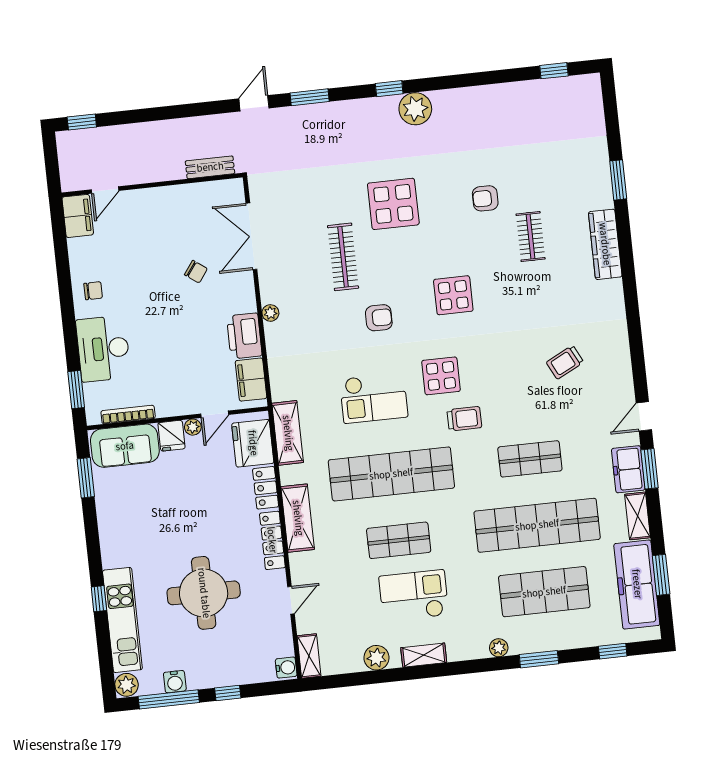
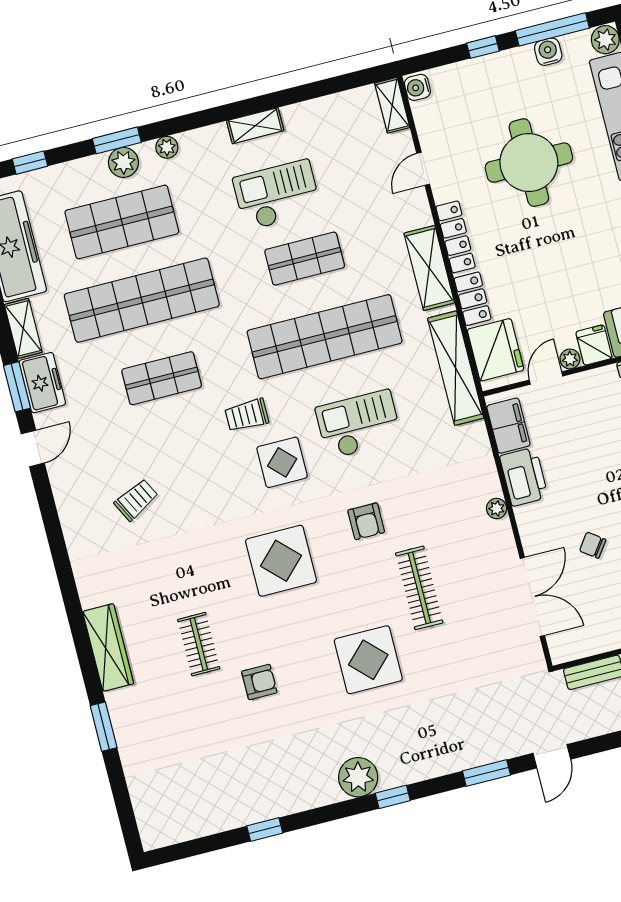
window: (554, 71) -> (265, 829), moved
display table: (453, 295) -> (281, 561), width x1.36, depth x1.36
armchair: (379, 318) -> (366, 521), turned -90
shelving: (288, 433) -> (456, 368), width x1.47
checkout: (414, 596) -> (277, 195), turned 180
plant: (376, 658) -> (123, 162), moved

